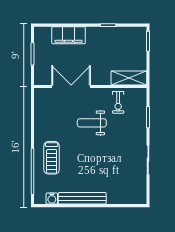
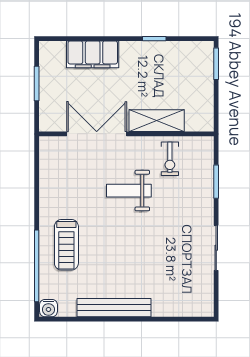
shelving: (129, 78) -> (157, 121), moved
water cooler: (52, 198) -> (48, 308), moved

